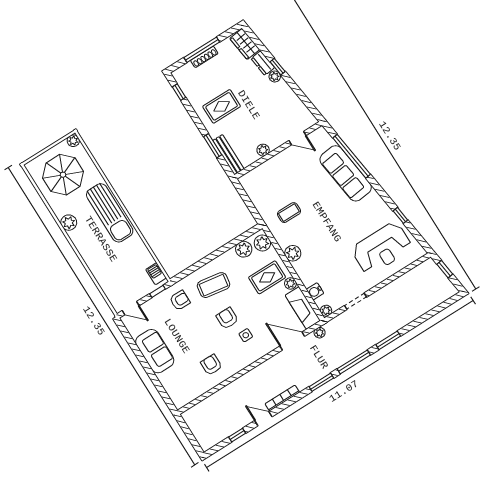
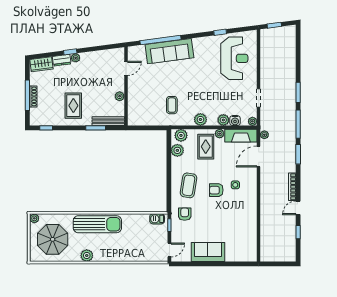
plant: (308, 278) -> (223, 120), added
armchair: (211, 365) -> (241, 220), removed

